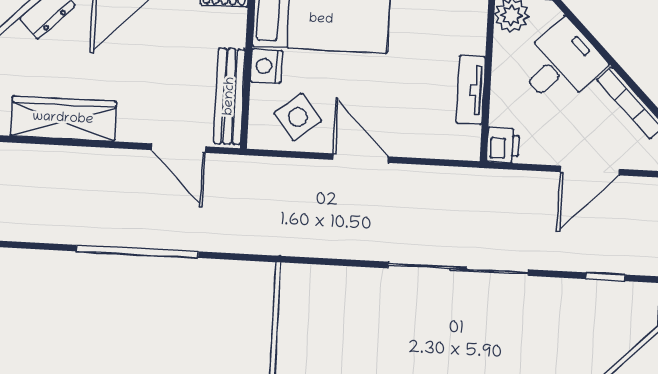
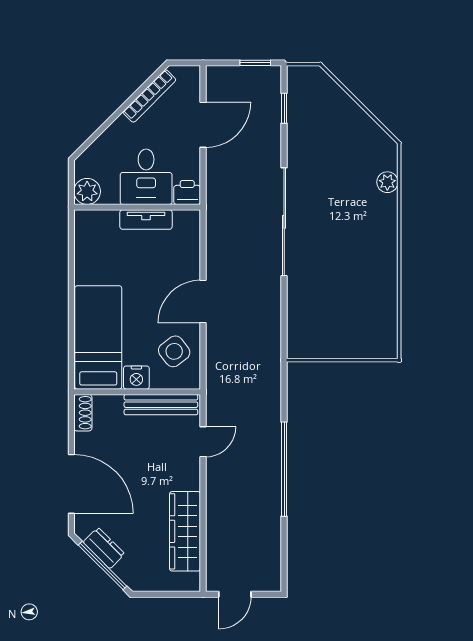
desk: (561, 64) -> (146, 177), moved, turned -135
door: (178, 148) -> (203, 442), width x0.73
door: (590, 171) -> (203, 125), hinge flipped

